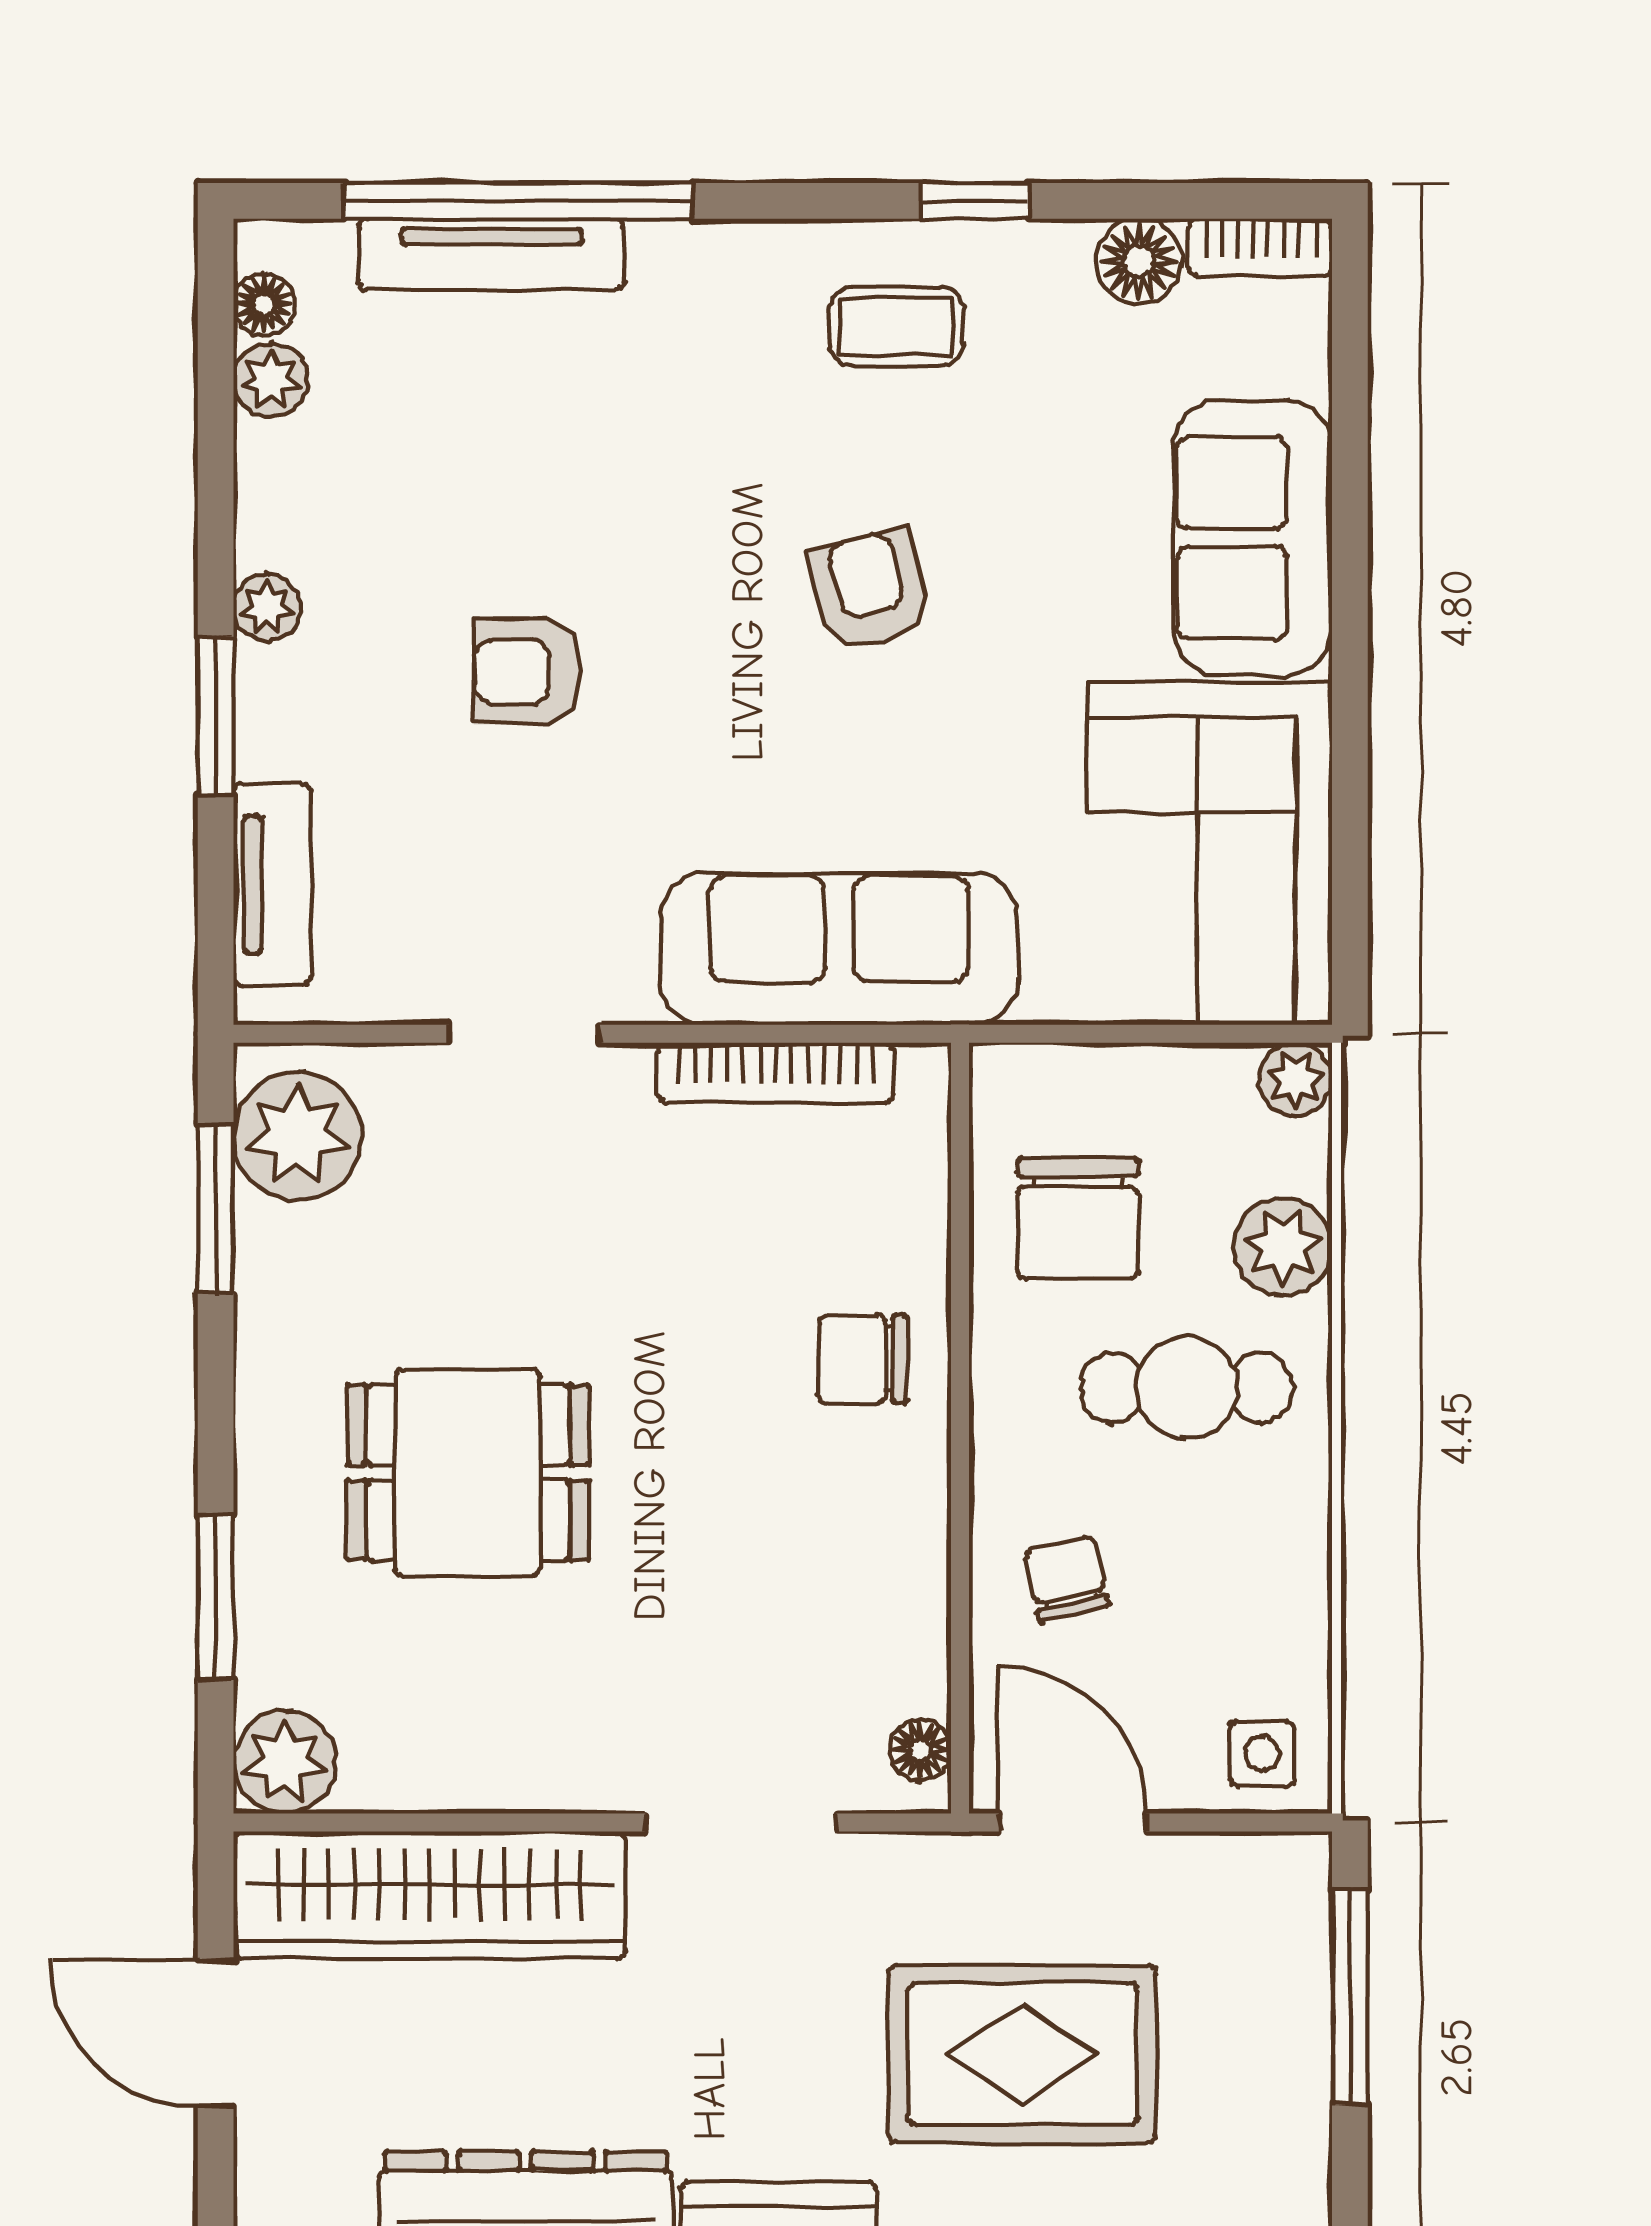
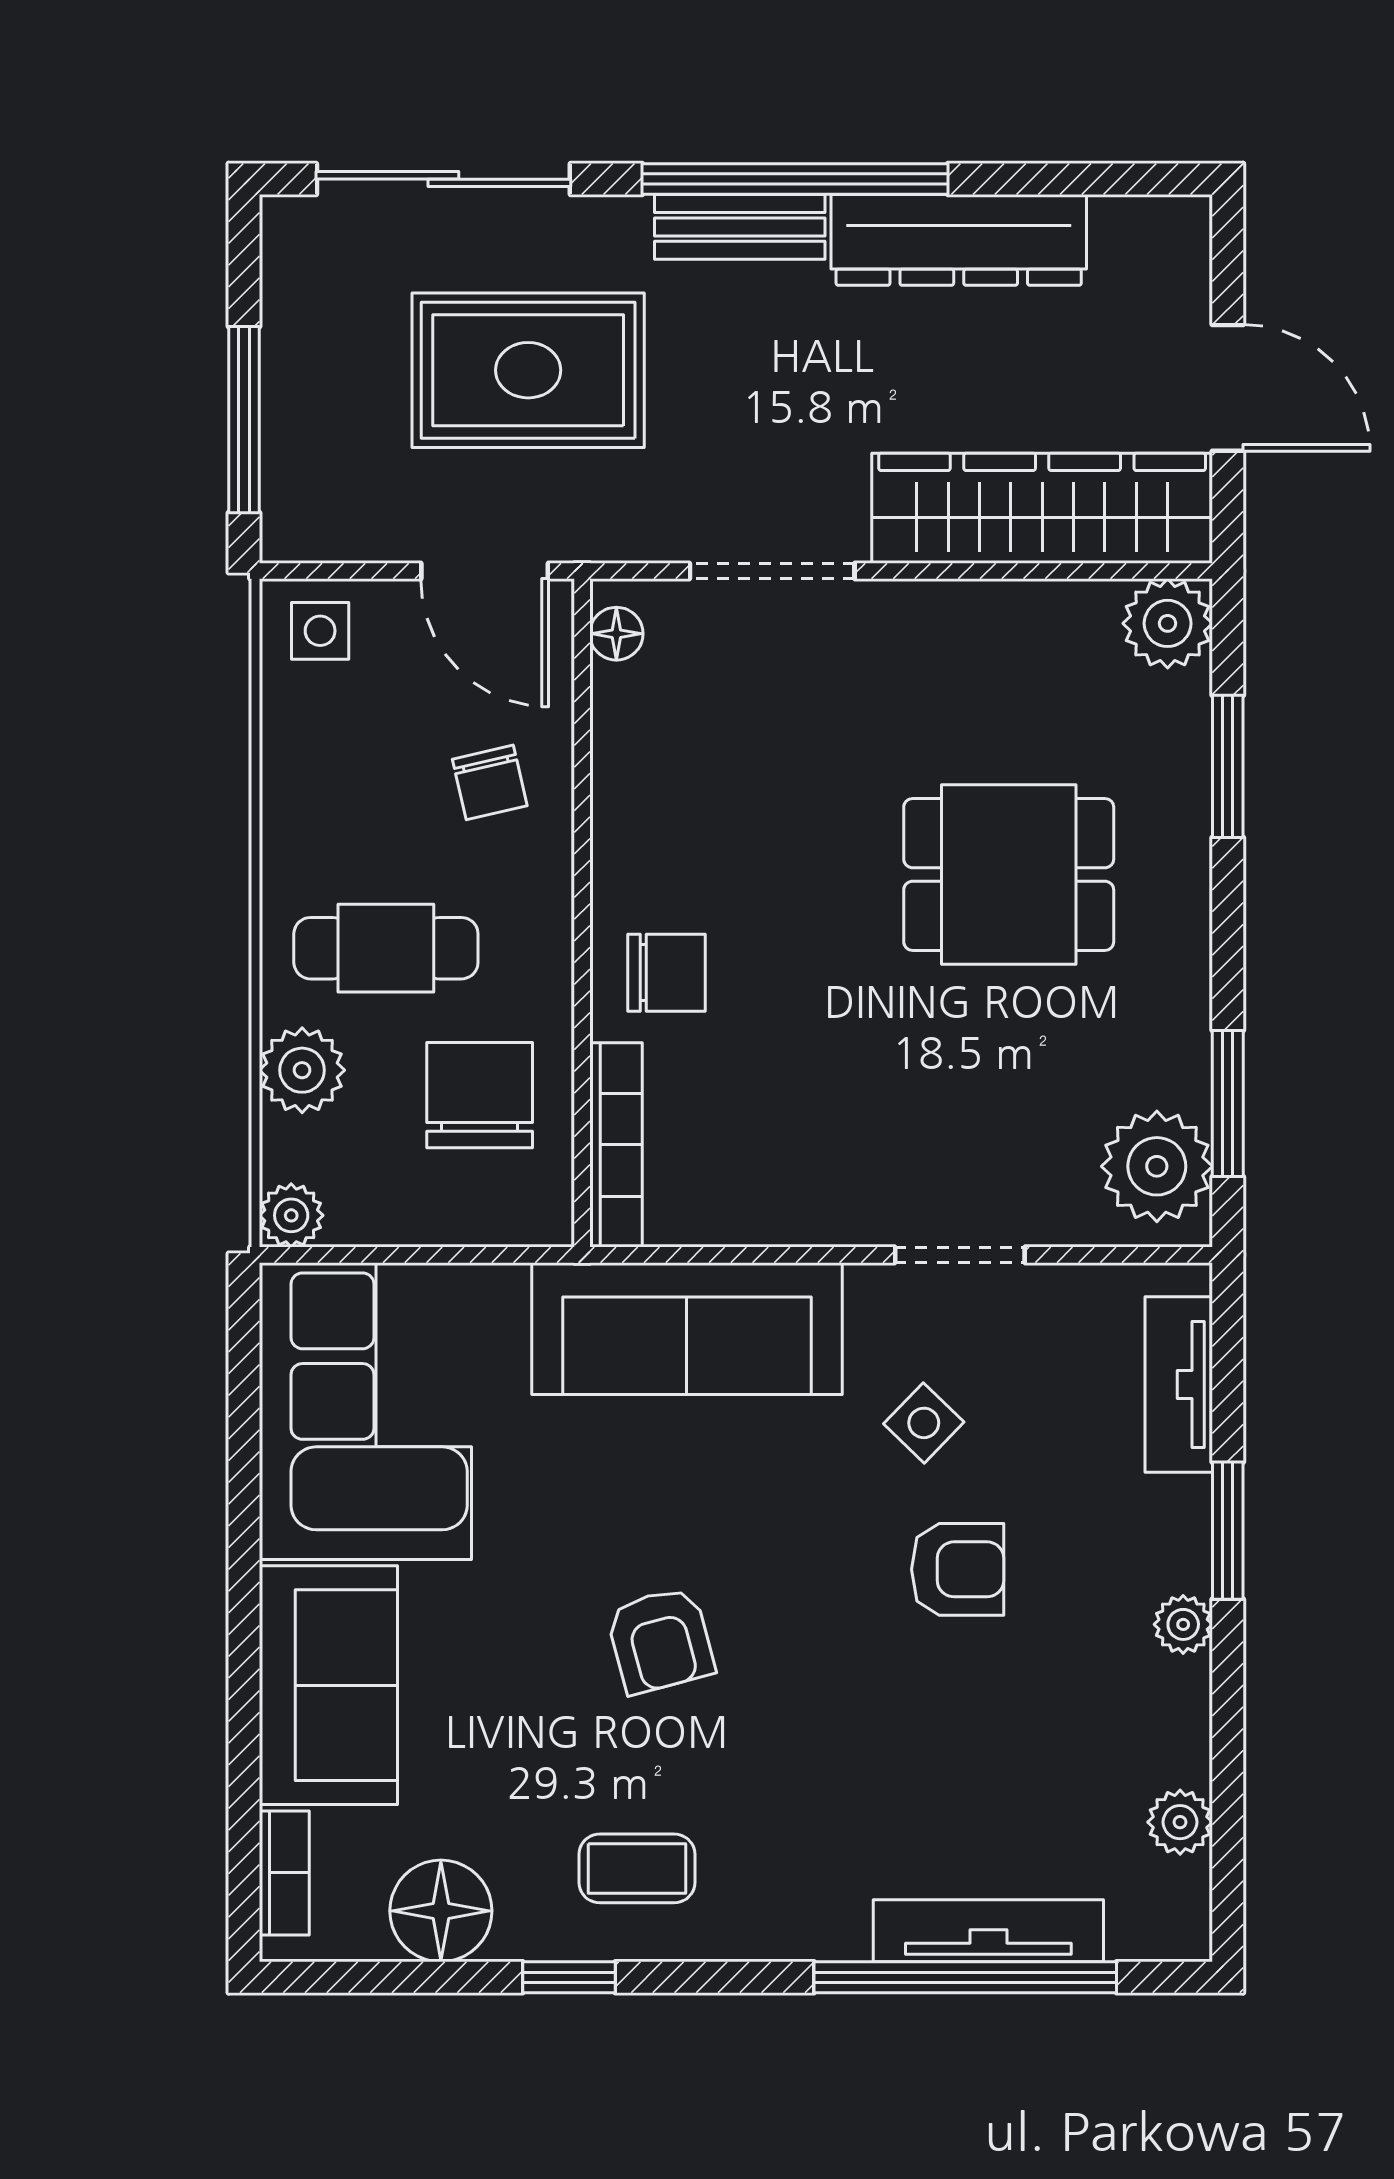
bookcase: (1260, 247) -> (284, 1873), moved, turned 90
floor lamp: (1139, 261) -> (441, 1911), width x1.38, depth x1.38
floor lamp: (264, 305) -> (1185, 1887), removed
side table: (566, 840) -> (924, 1423), added
bookcase: (776, 1073) -> (616, 1145), moved, turned 90

